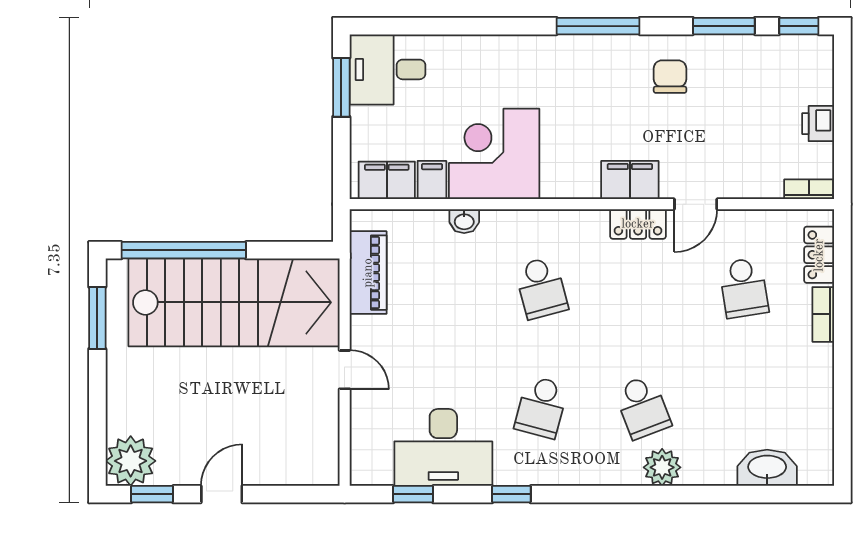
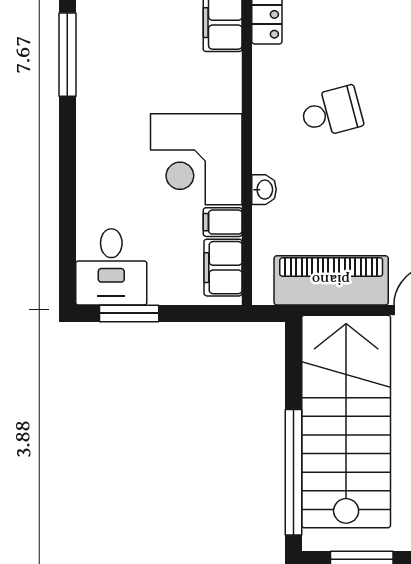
piano: (368, 273) -> (331, 280), width x1.37, depth x1.33

